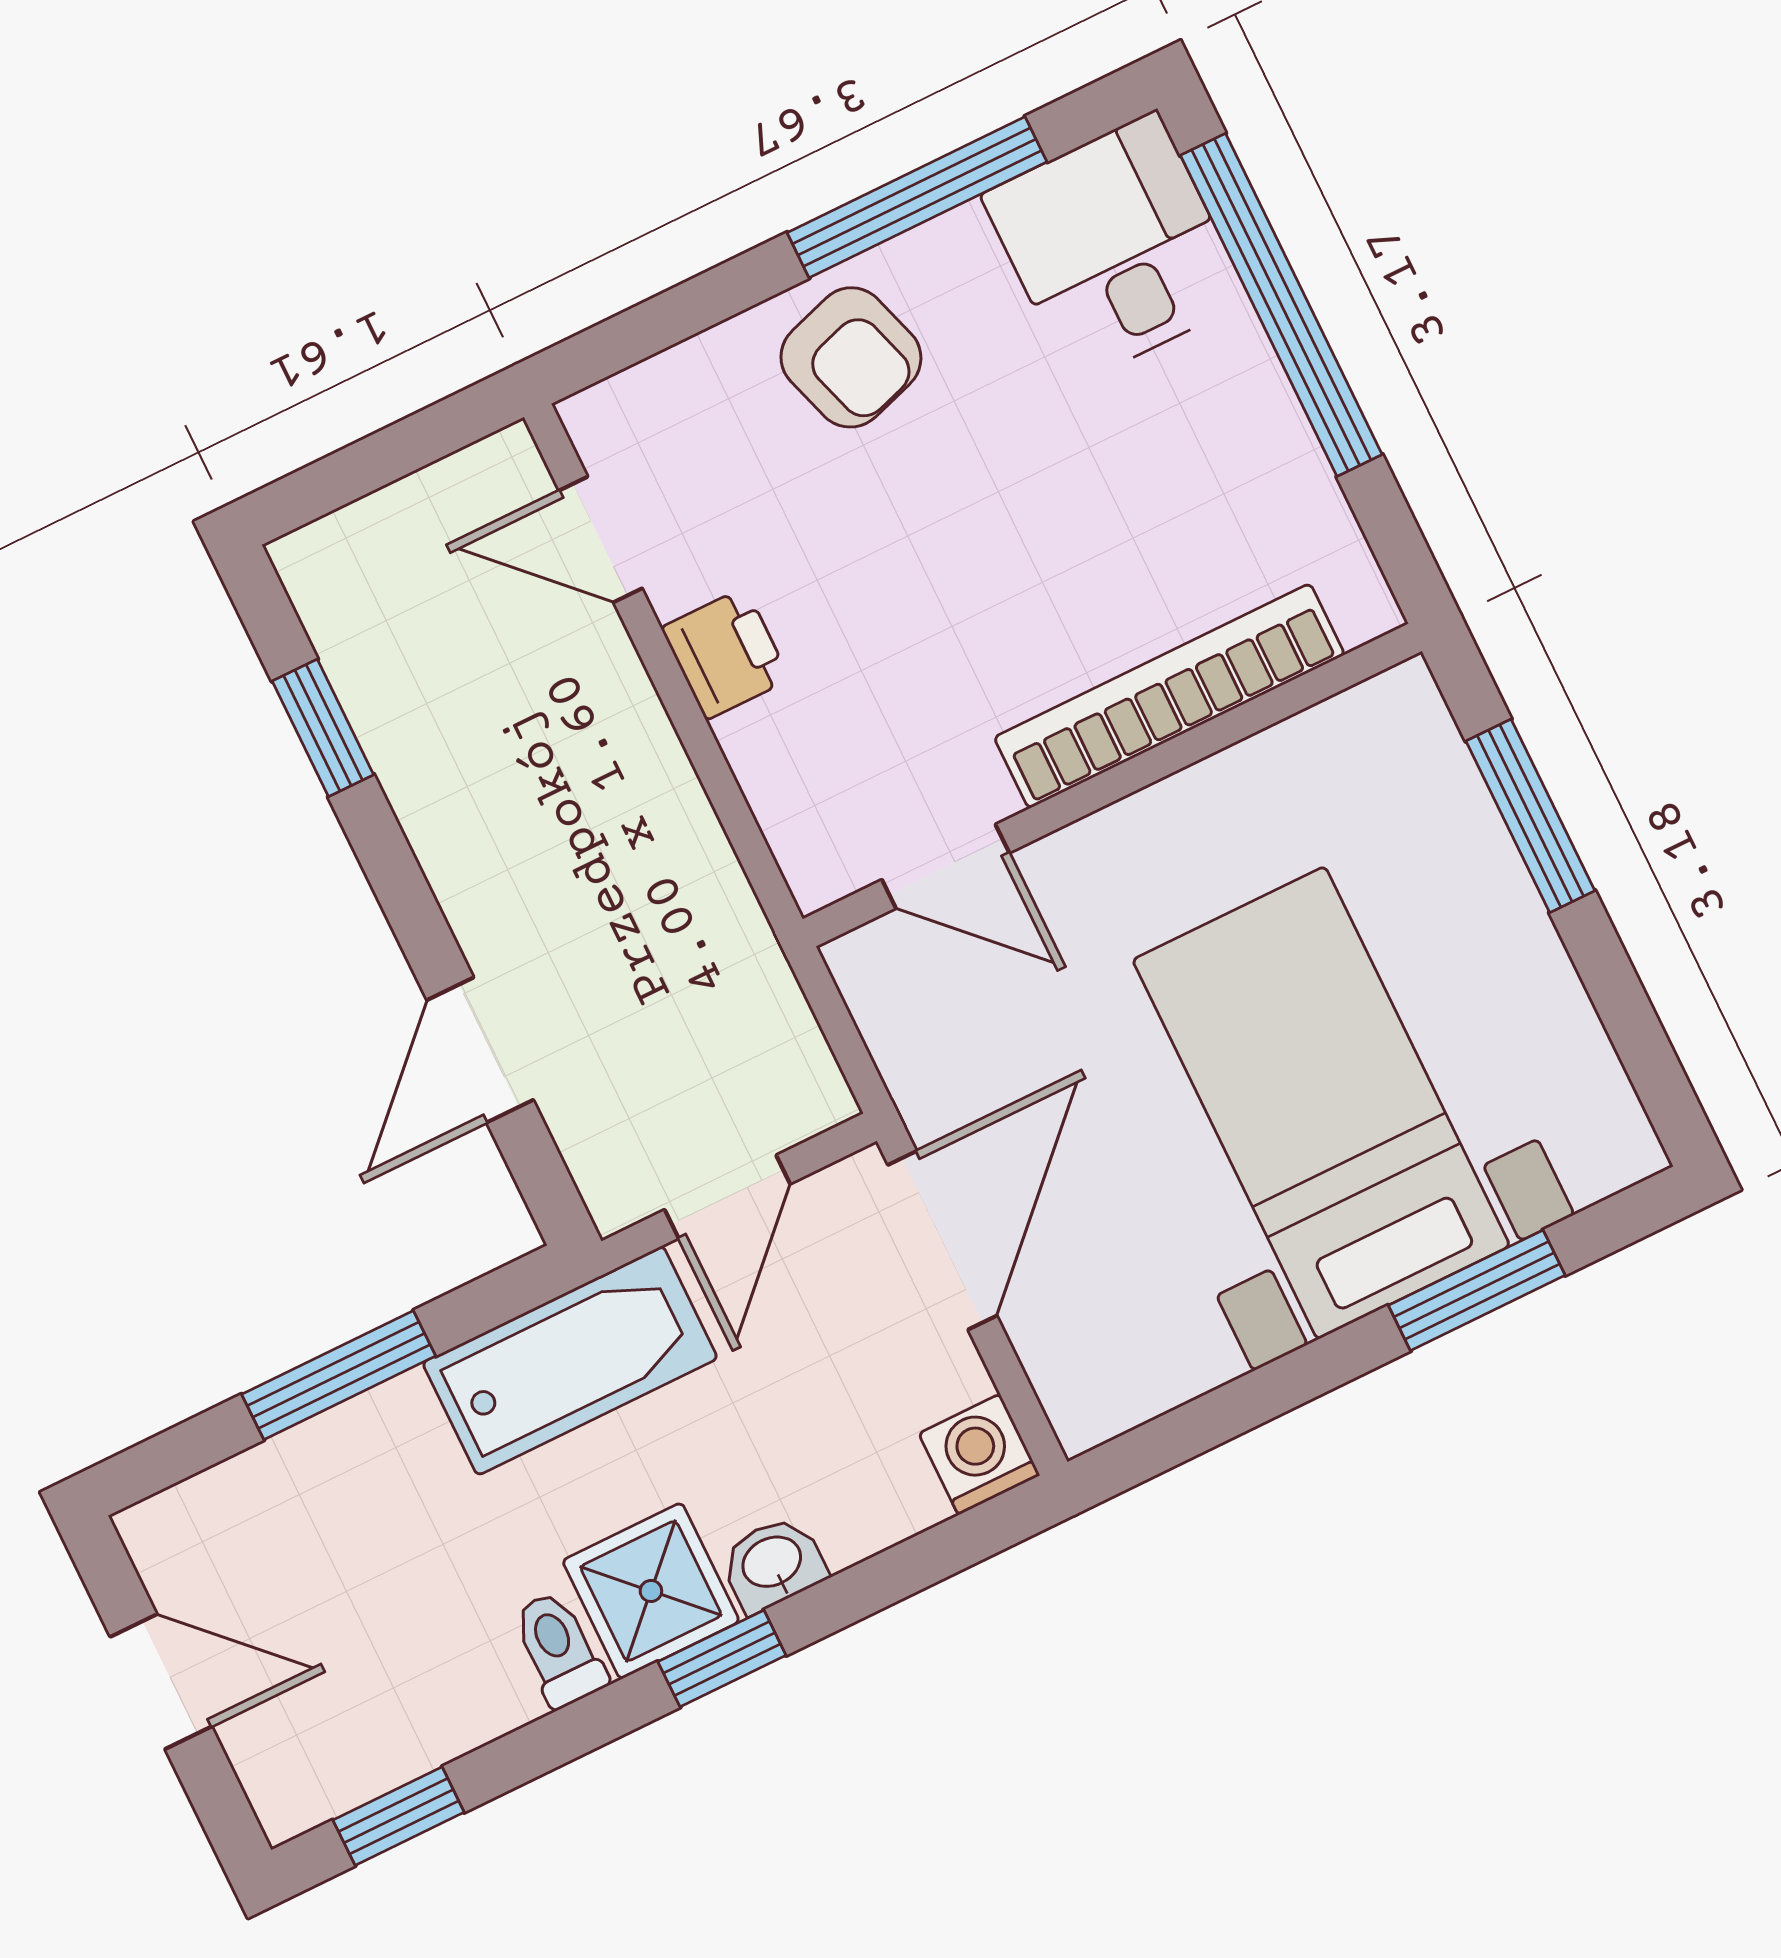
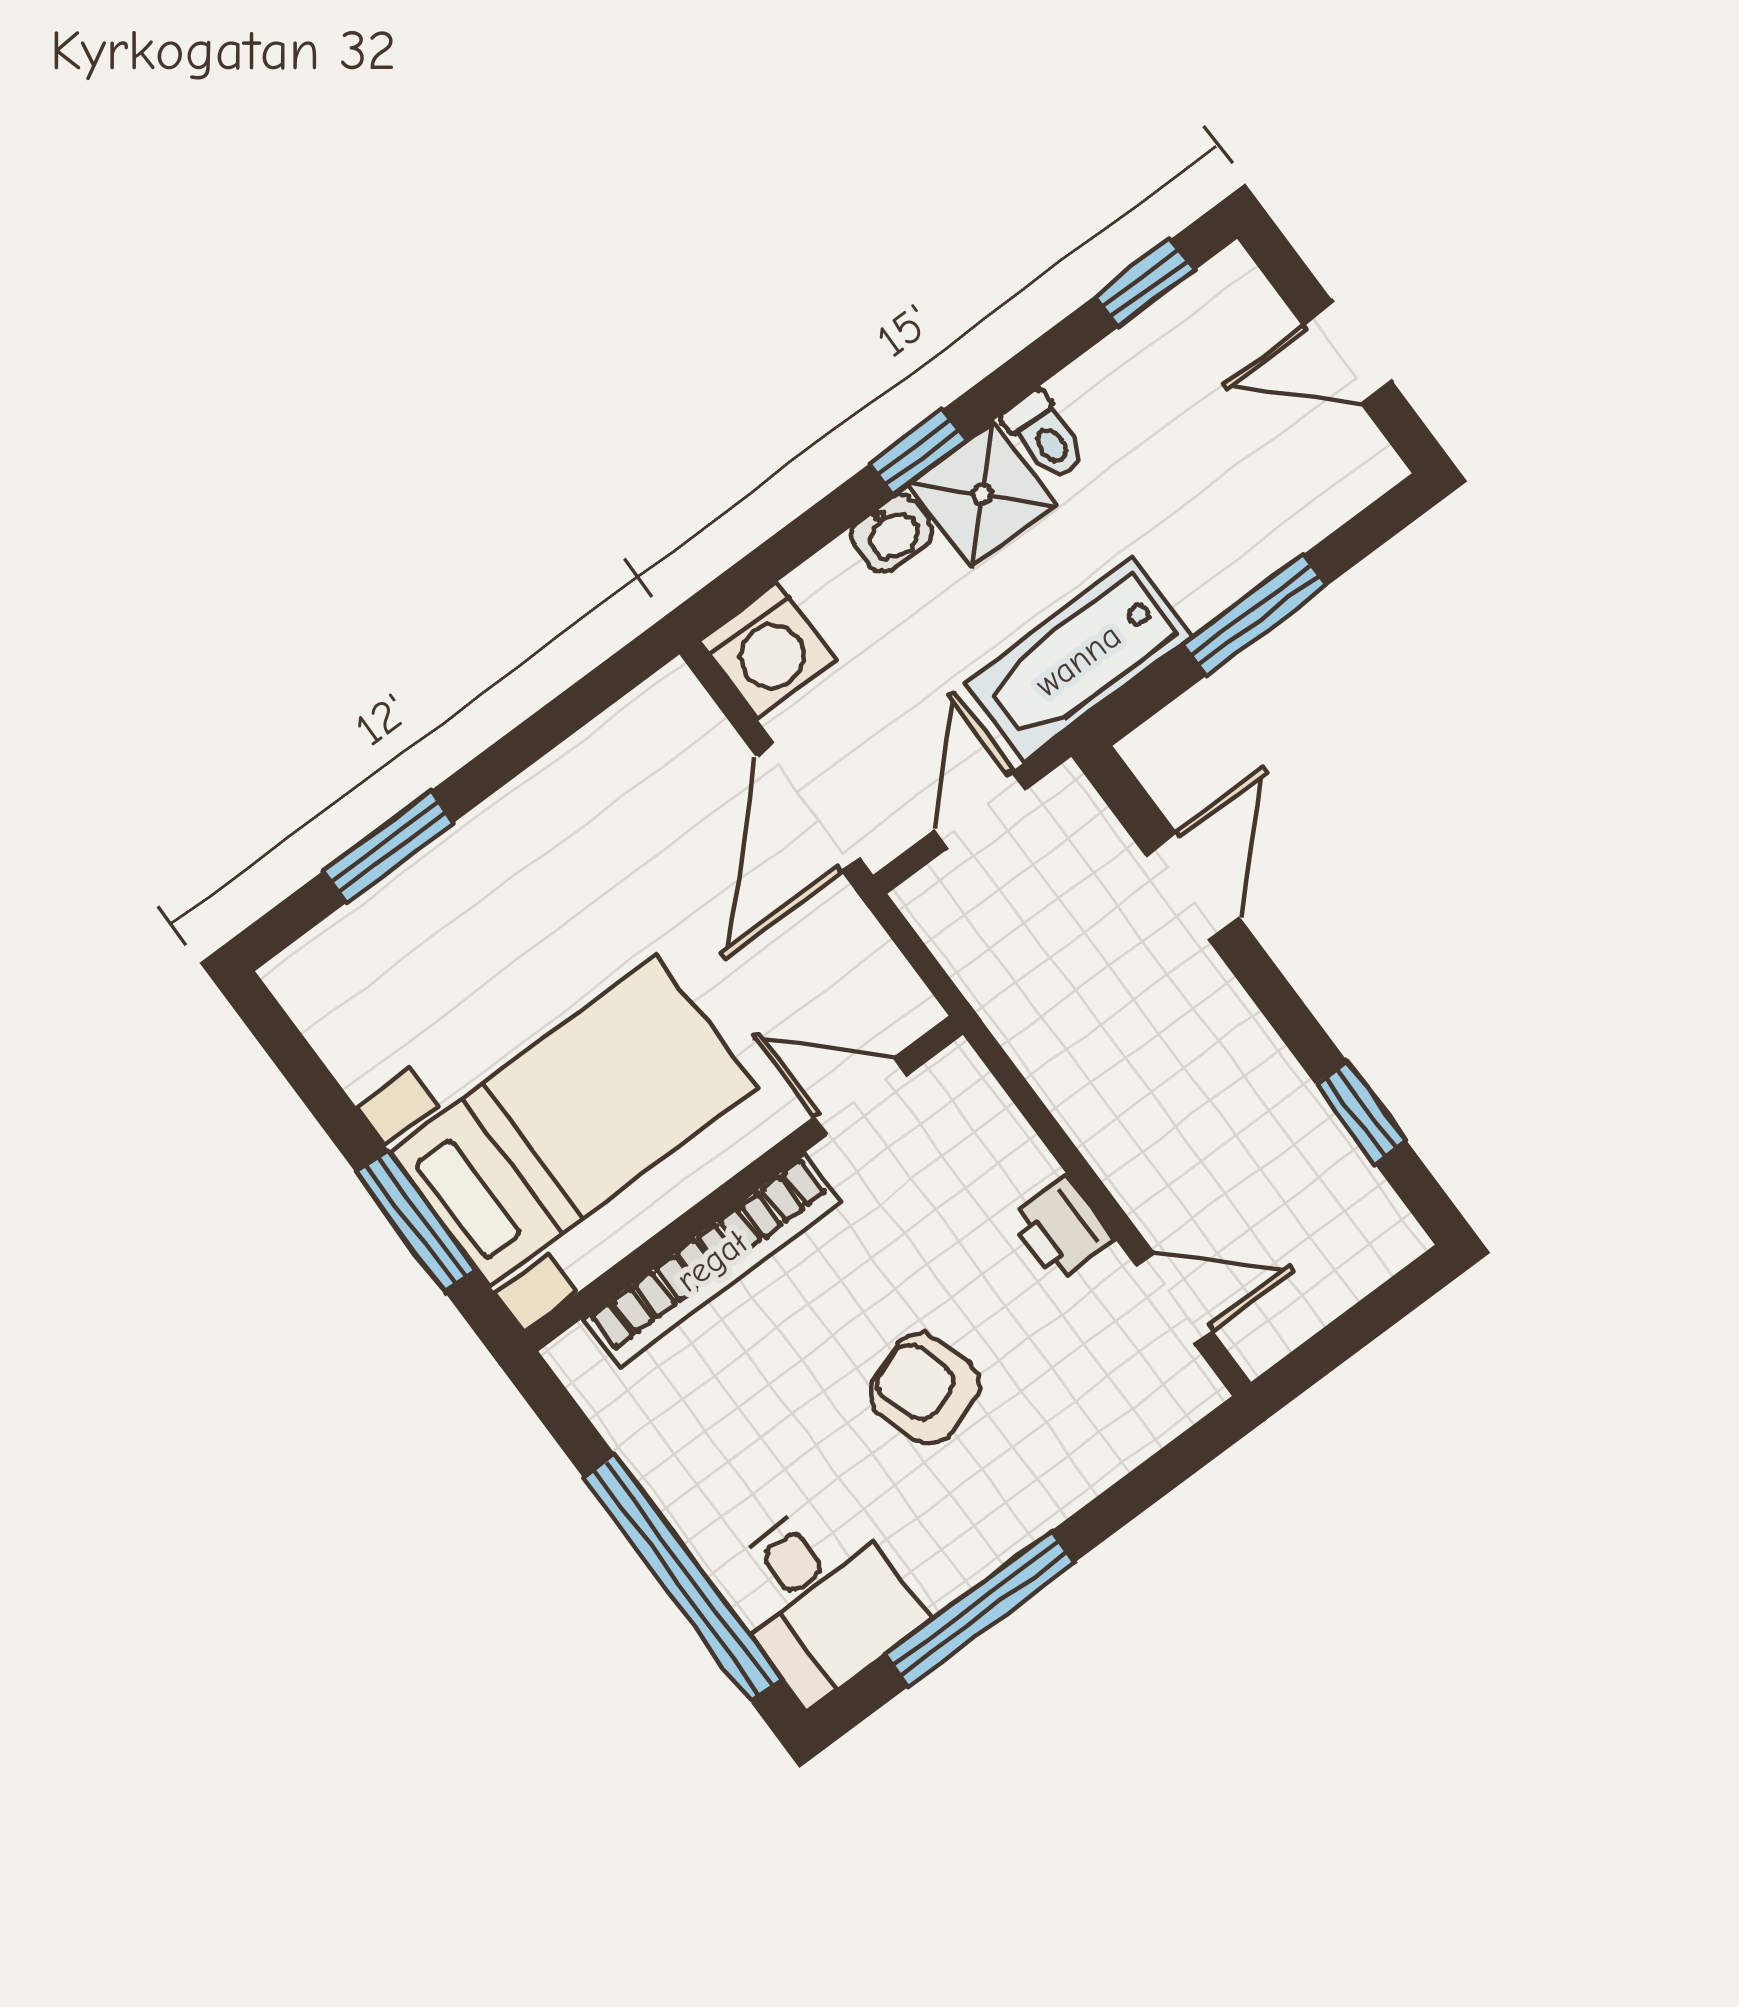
armchair: (851, 357) -> (924, 1389), moved
bed with nightstands: (1321, 1103) -> (573, 1120), moved, turned -90
washing machine: (979, 1454) -> (767, 650), width x1.38, depth x1.38

